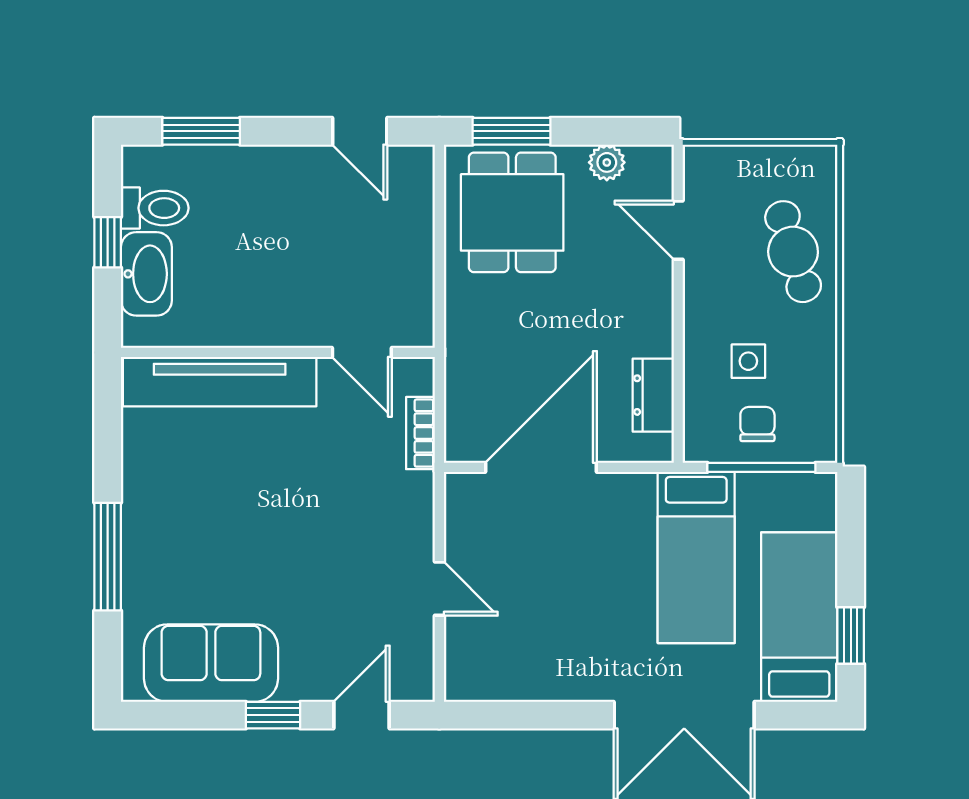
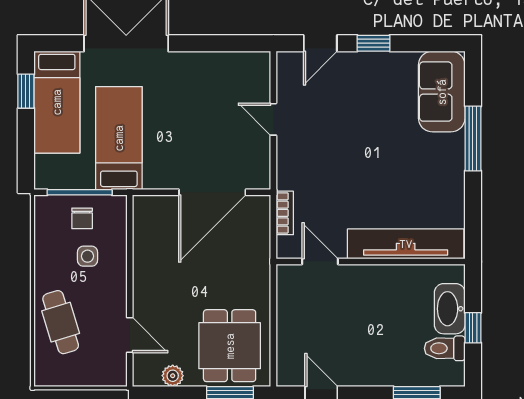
dresser: (653, 395) -> (145, 236), removed
sofa: (211, 663) -> (442, 92), moved, turned 90

